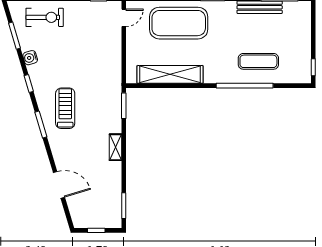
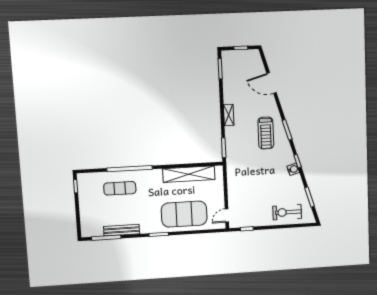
water cooler: (30, 58) -> (293, 169), moved
treadmill: (65, 108) -> (266, 133), moved

